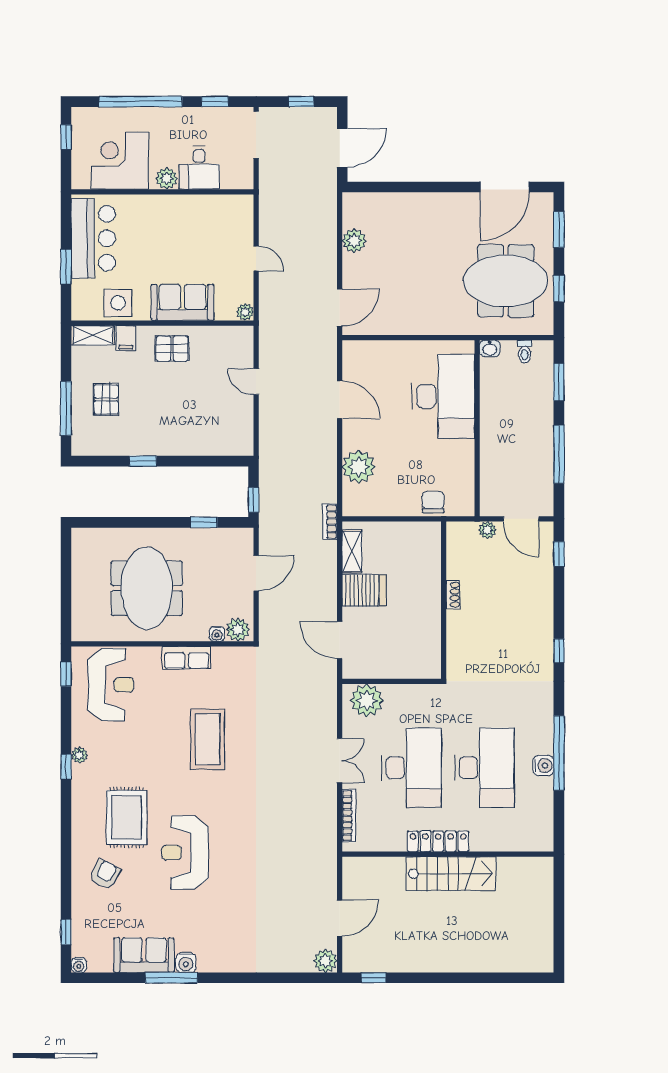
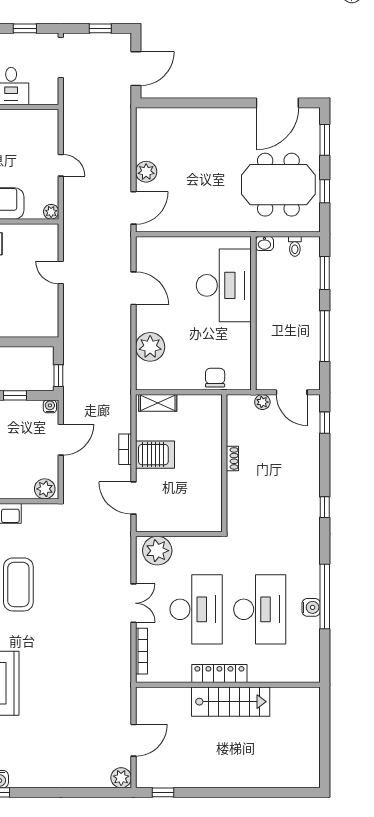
plant: (354, 241) -> (146, 172), moved
bookcase: (330, 522) -> (125, 449), moved
shelving: (352, 551) -> (158, 403), moved, turned 90
water cooler: (217, 634) -> (50, 406), moved, turned 180

